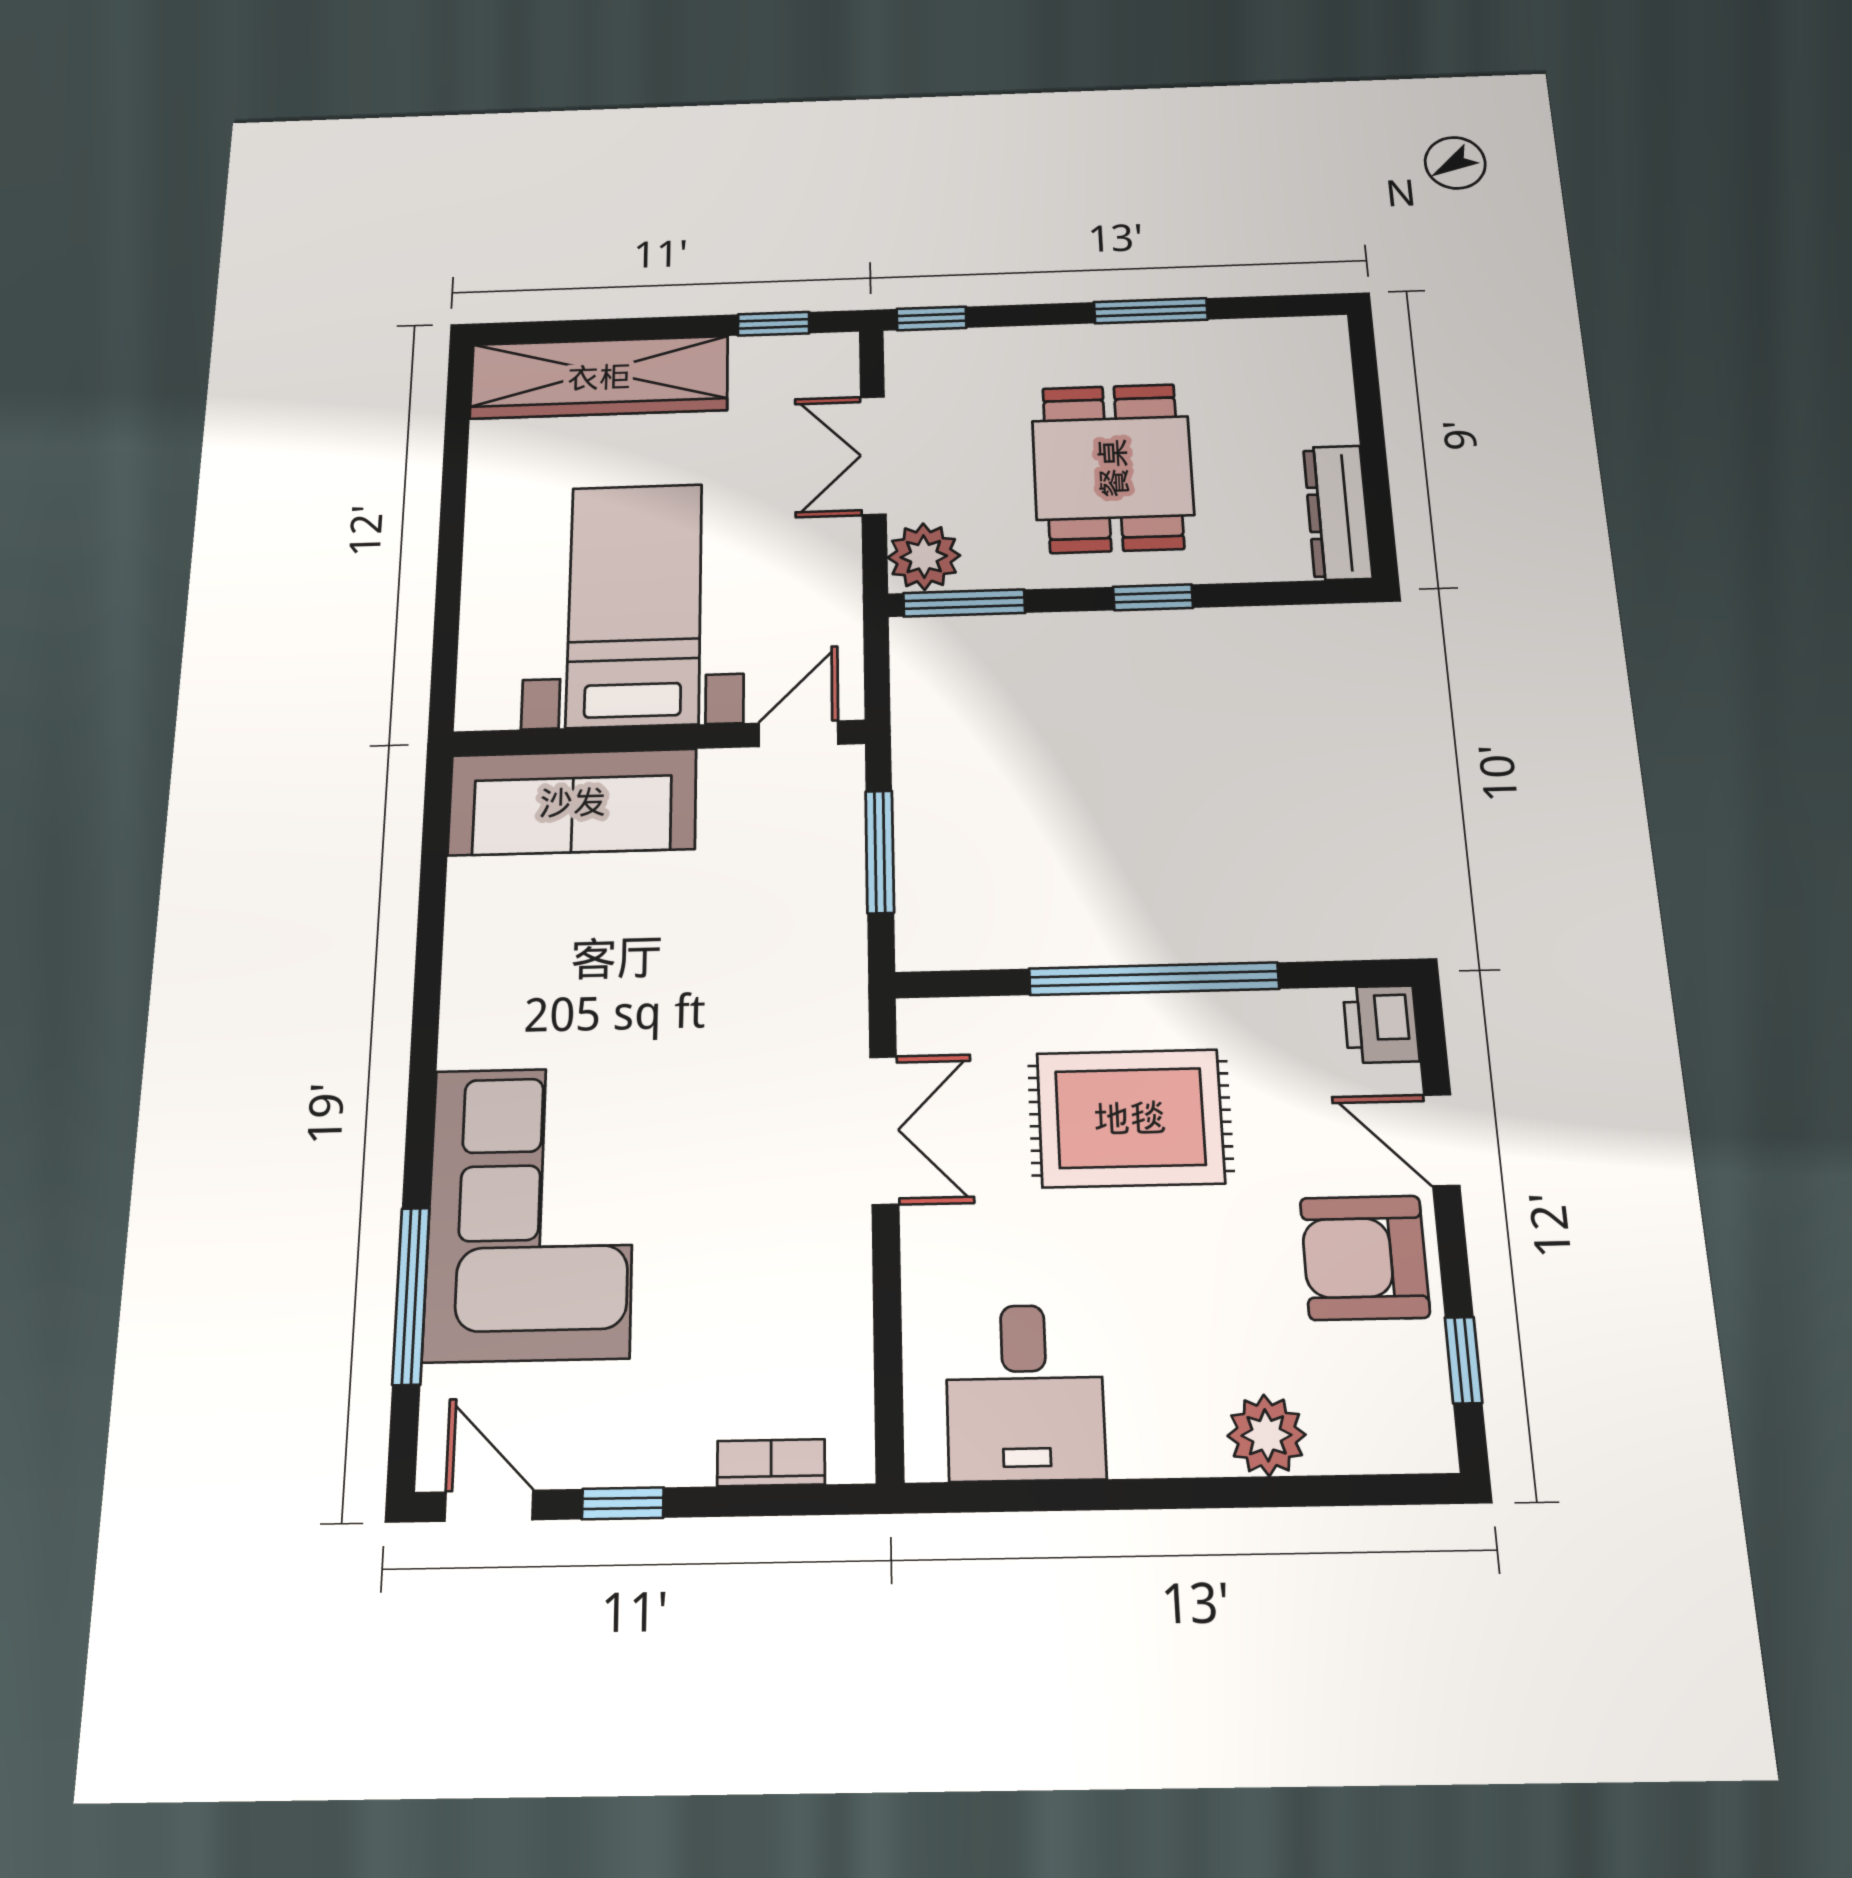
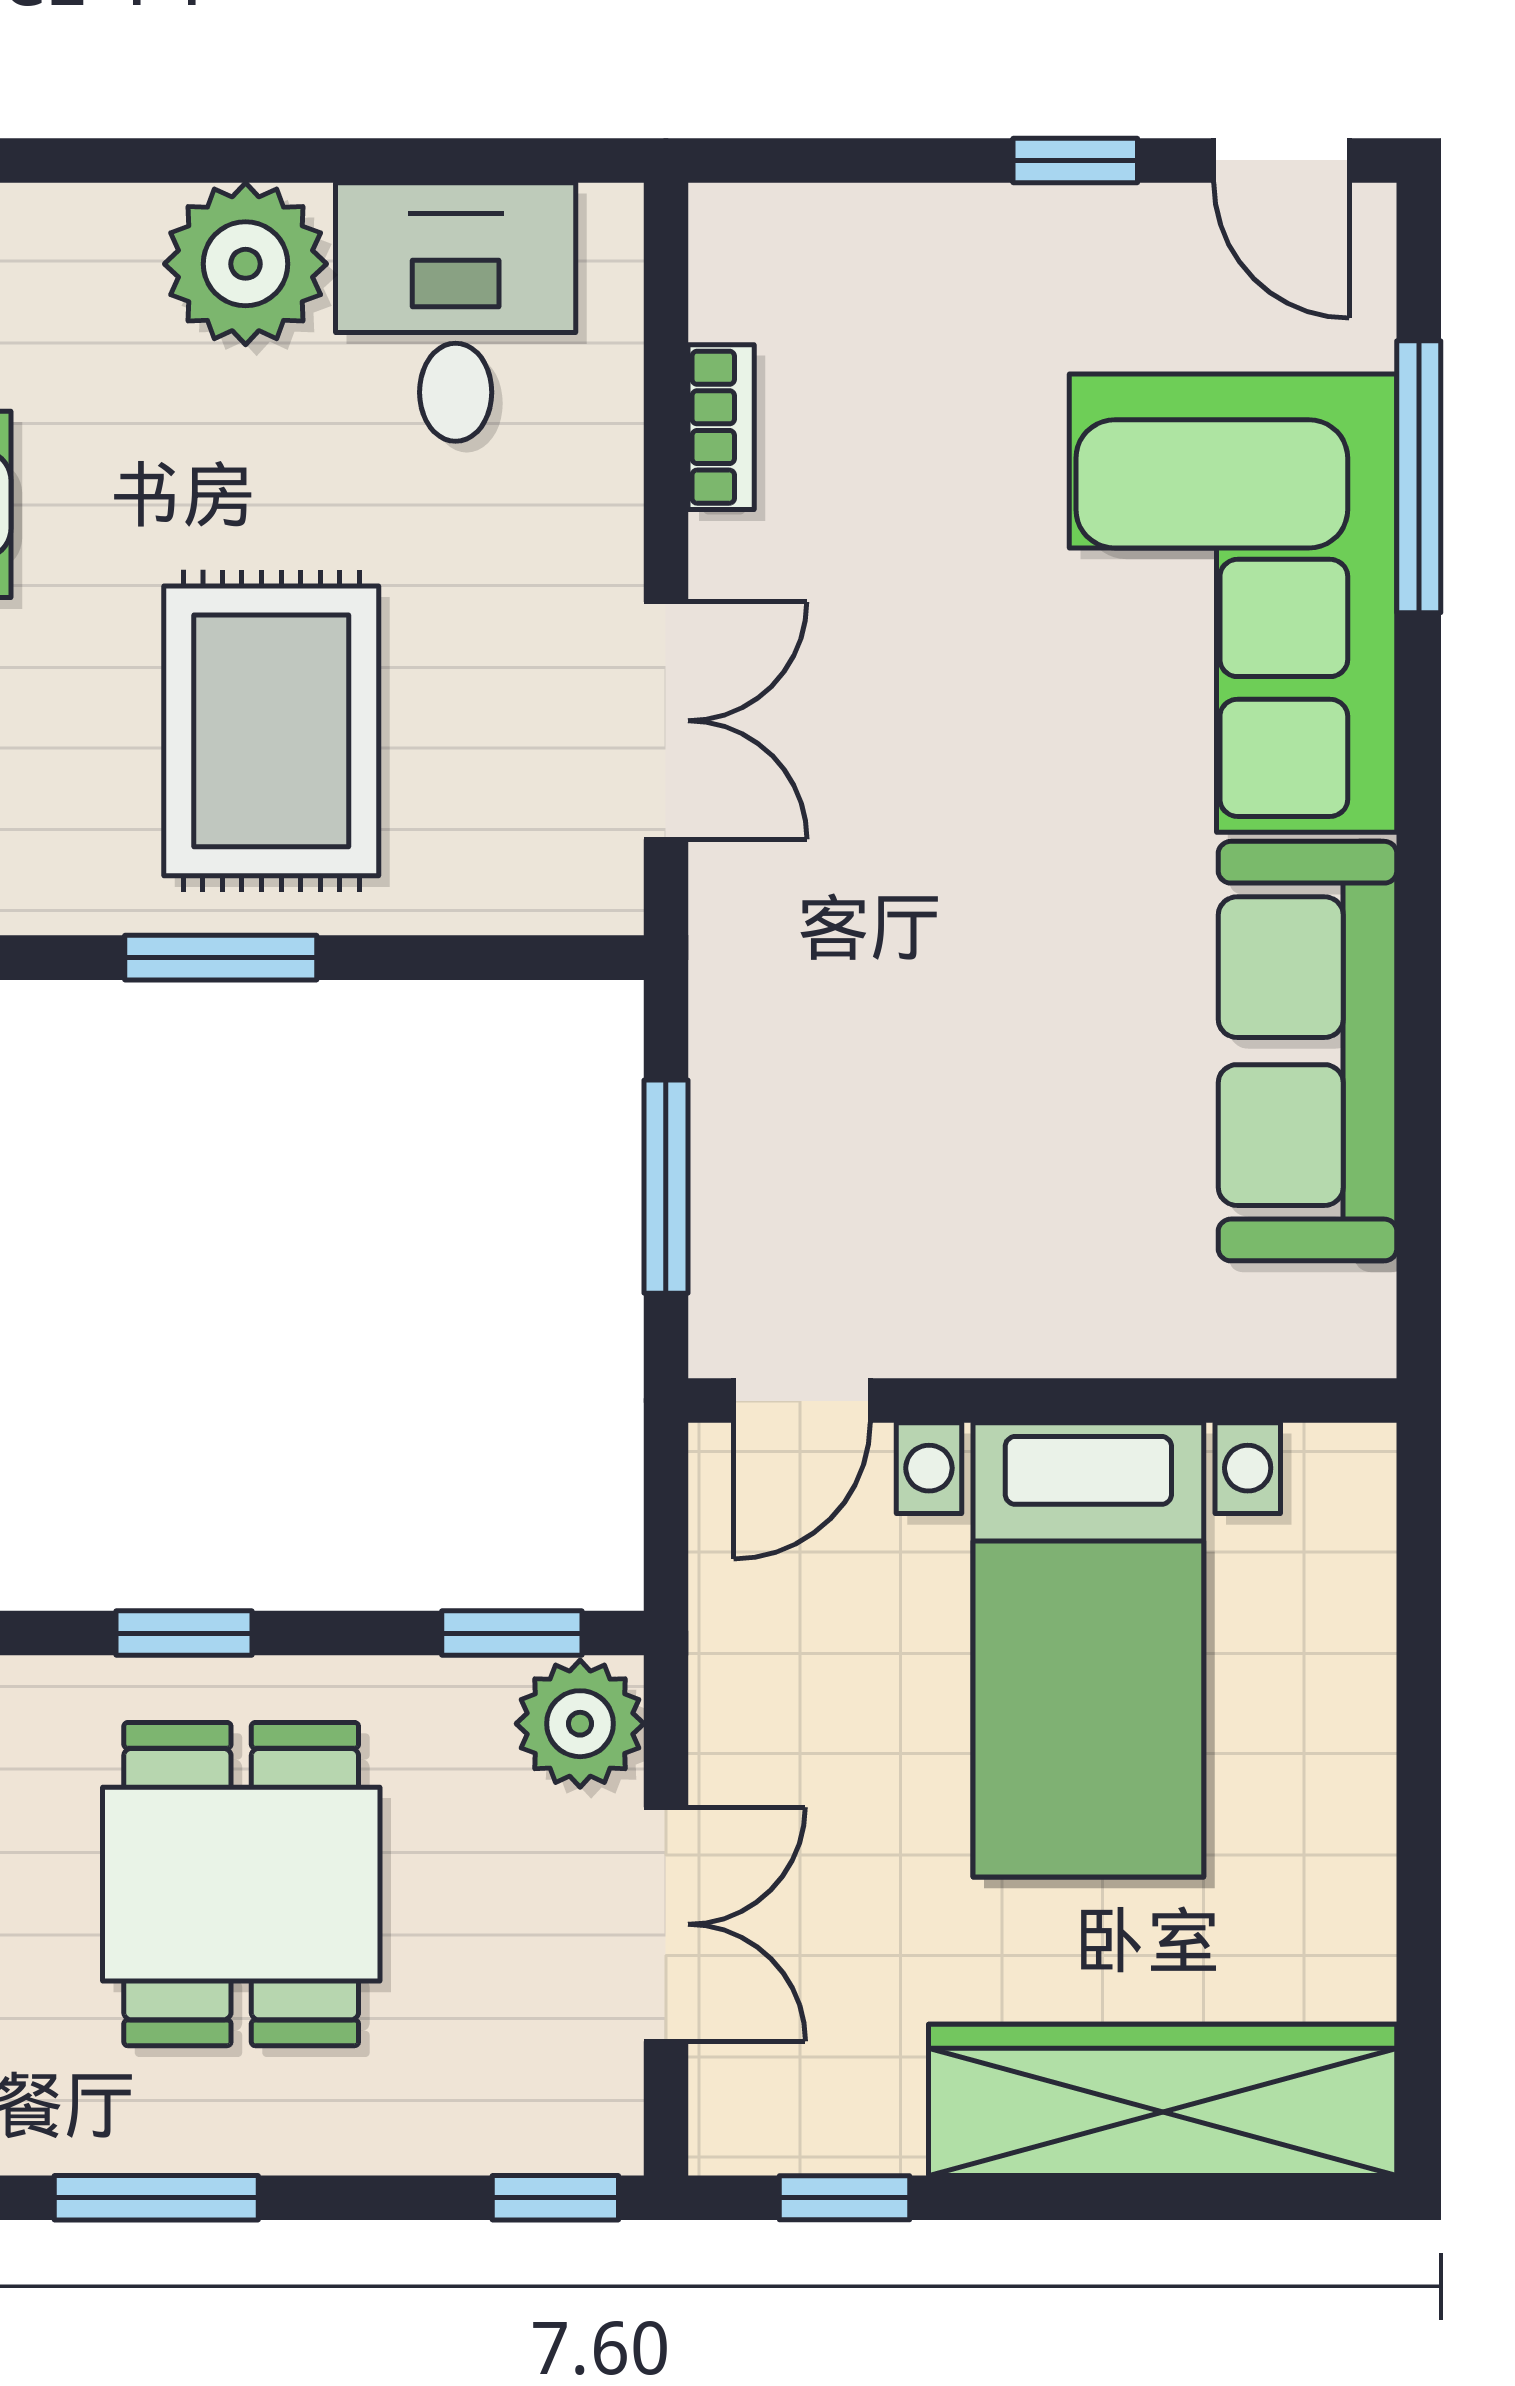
window: (964, 603) -> (512, 1633), width x0.67
sofa: (573, 802) -> (1308, 1051), moved, turned -90
window: (1154, 979) -> (221, 958), width x0.47
rug: (1130, 1118) -> (271, 731), turned 90
double door: (884, 1130) -> (666, 721), swing flipped
plant: (1267, 1435) -> (246, 264), moved, width x1.36, depth x1.36
bookcase: (771, 1463) -> (721, 427), moved, turned -90

